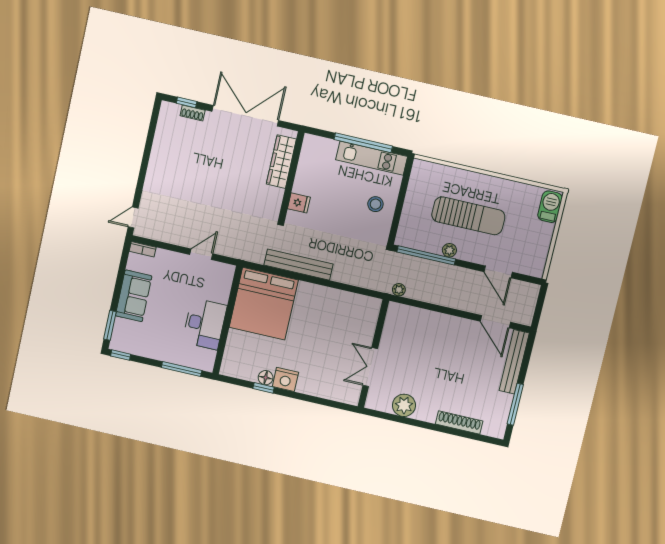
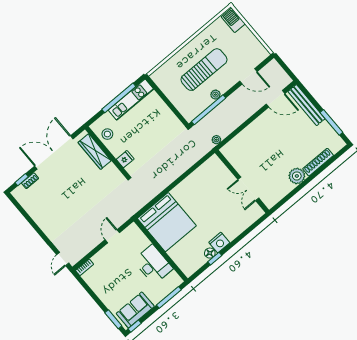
stool: (375, 204) -> (107, 134), moved
bench: (299, 265) -> (160, 186), removed
sofa: (134, 296) -> (135, 310), moved, turned -90
plant: (404, 405) -> (297, 176), moved

